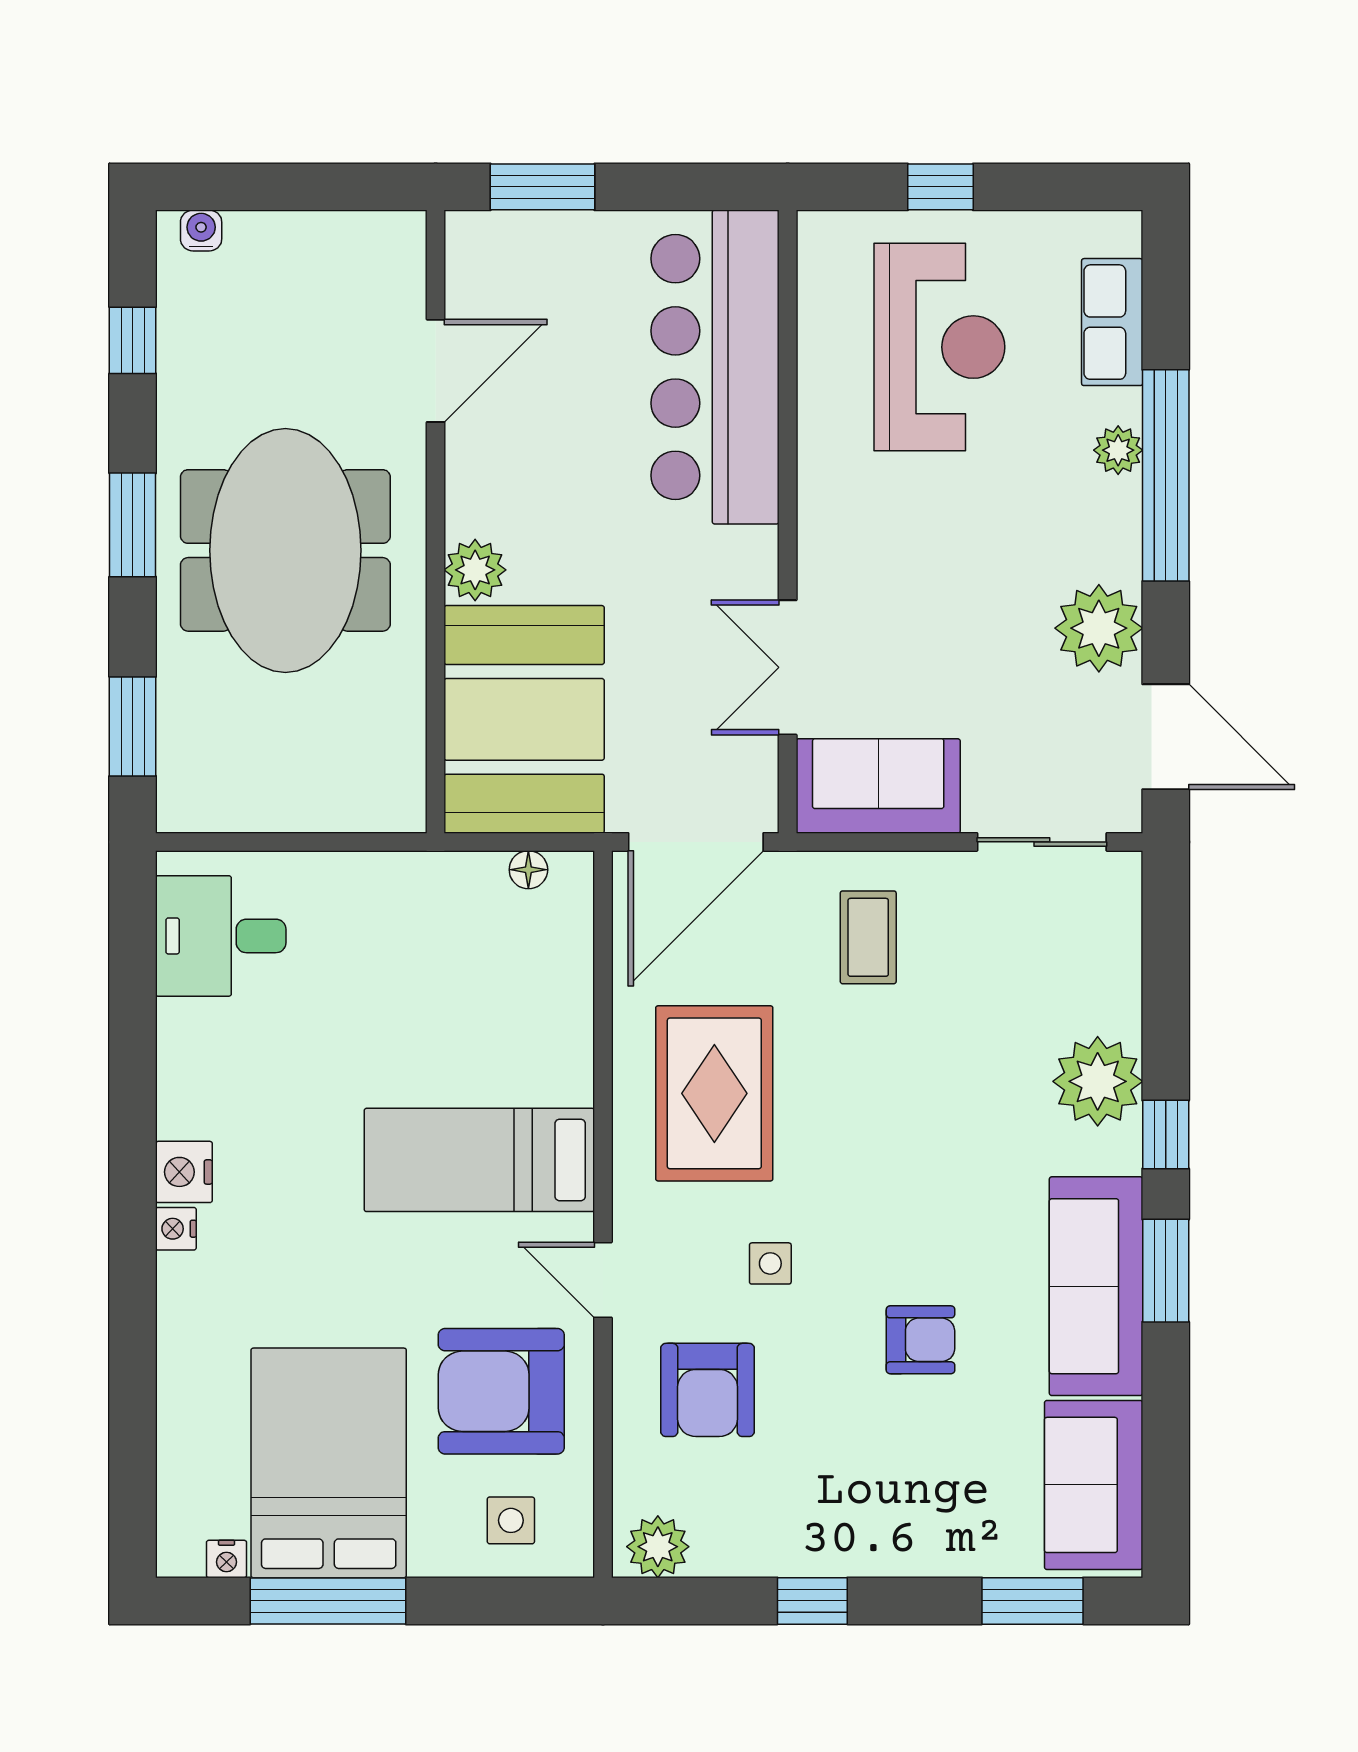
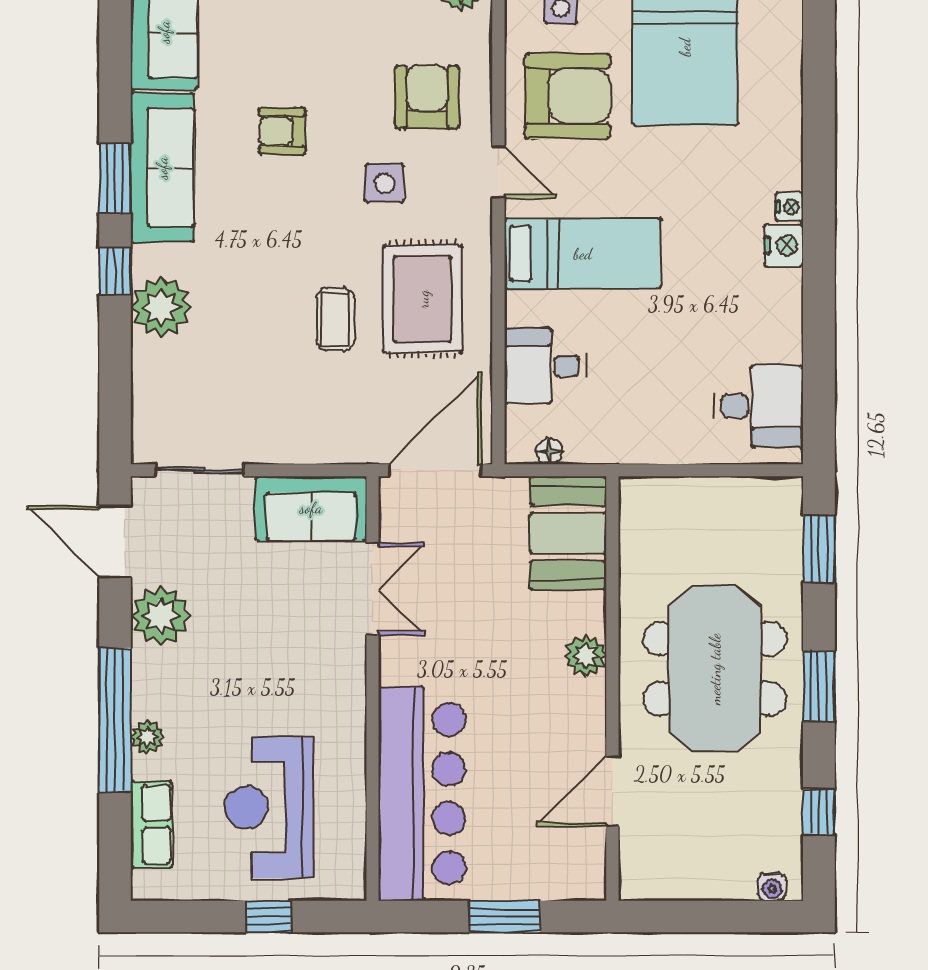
window: (542, 187) -> (505, 916), moved
booth: (524, 719) -> (568, 533), width x0.73, depth x0.70
coffee table: (868, 937) -> (335, 319), moved
desk: (535, 995) -> (545, 366), added
side table: (770, 1263) -> (384, 183), width x1.37, depth x1.37

